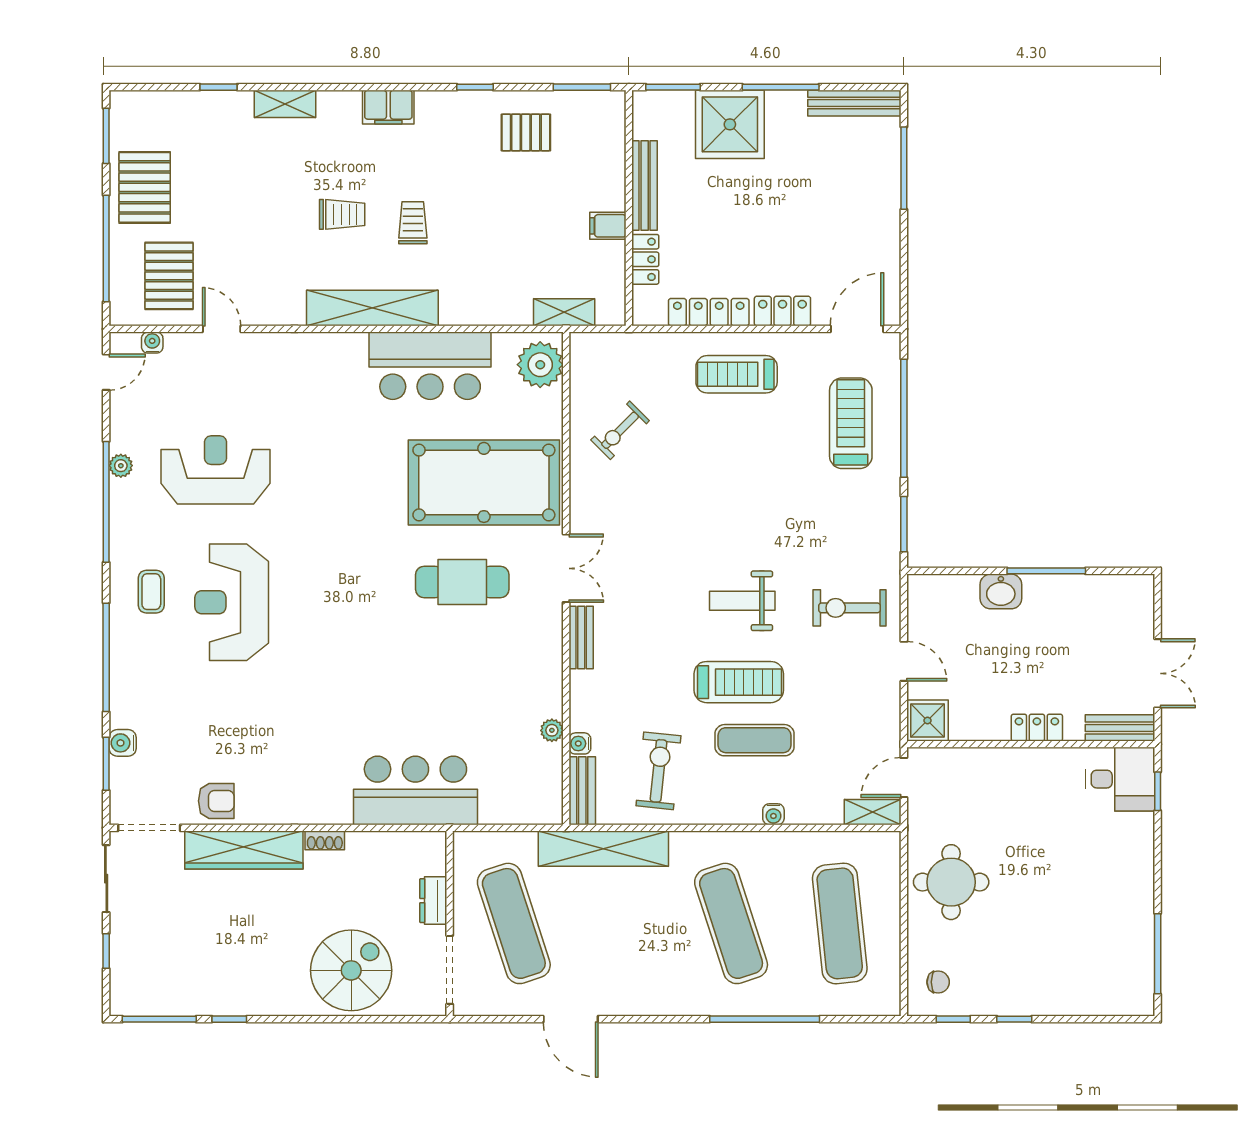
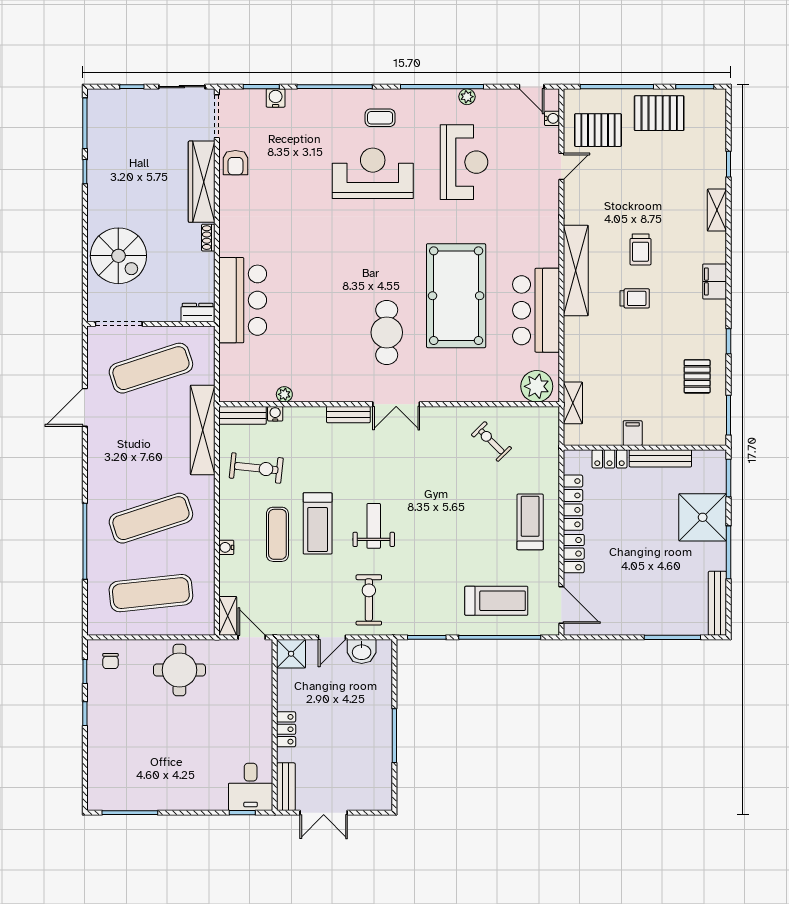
pool table: (484, 482) -> (456, 296), moved
washbasin: (1001, 591) -> (362, 651), moved, turned -90
dresser: (433, 901) -> (198, 313), moved

